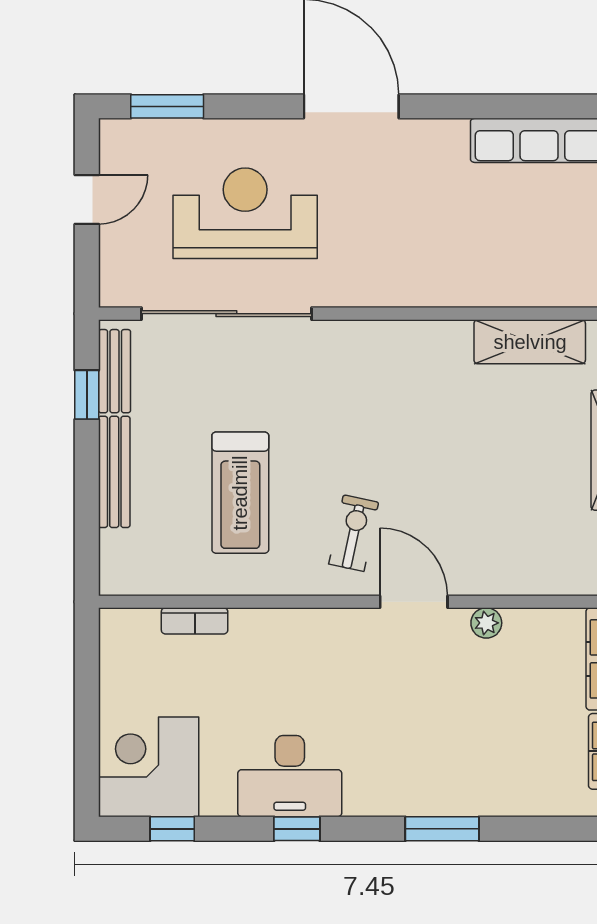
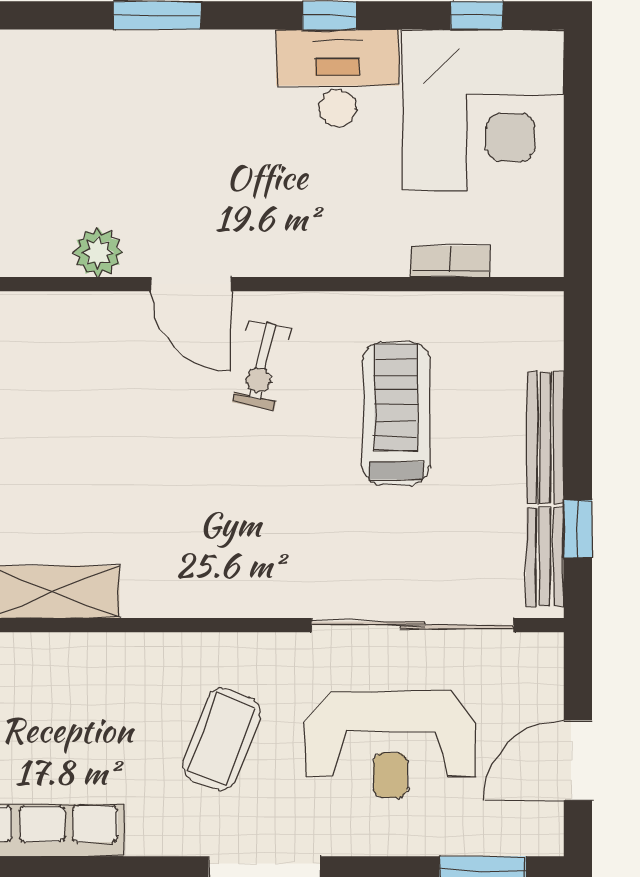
door: (87, 199) -> (578, 760), width x1.38
coffee table: (388, 217) -> (221, 739), added
plant: (486, 623) -> (98, 252), width x1.38, depth x1.38
corner desk: (149, 767) -> (483, 110), width x1.36, depth x1.36

